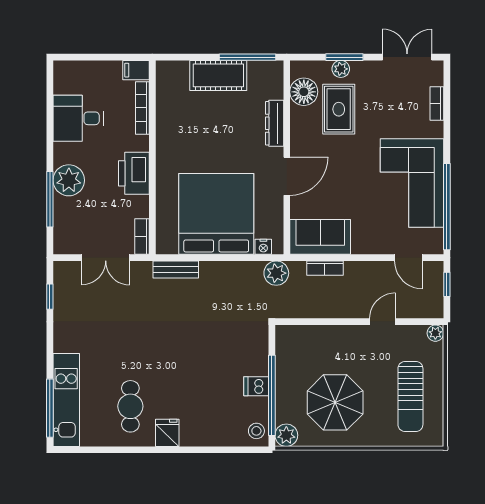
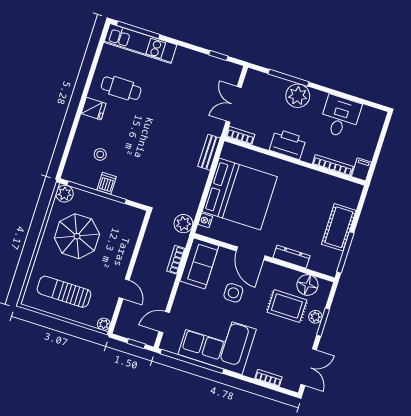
side table: (343, 182) -> (233, 293), added
stool: (256, 431) -> (100, 154), moved

